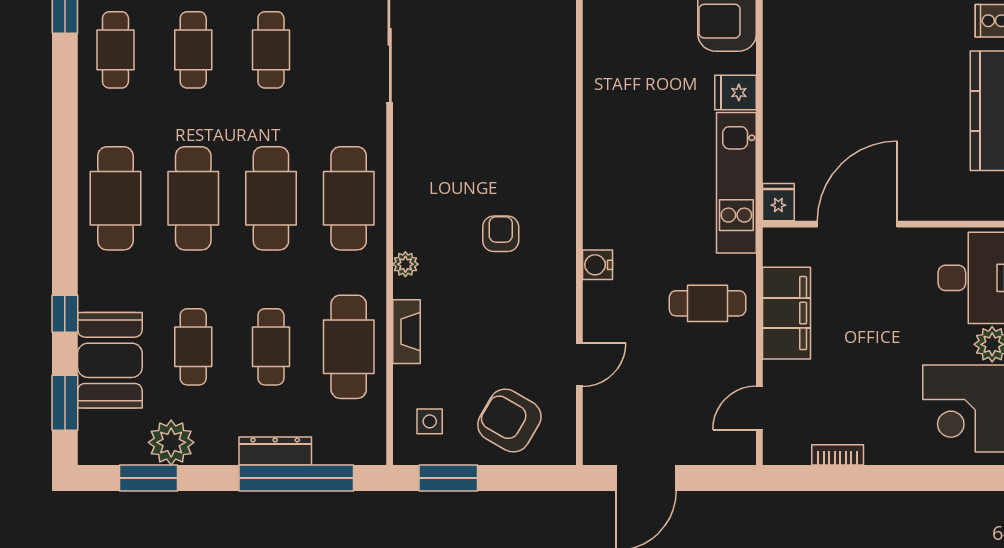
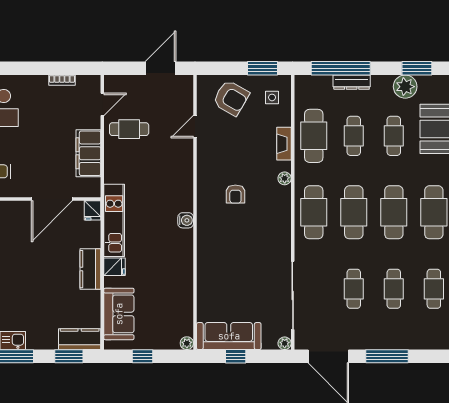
kitchen counter: (782, 88) -> (90, 269), added
water cooler: (597, 265) -> (186, 220), moved
cafe table: (708, 303) -> (129, 129), moved

